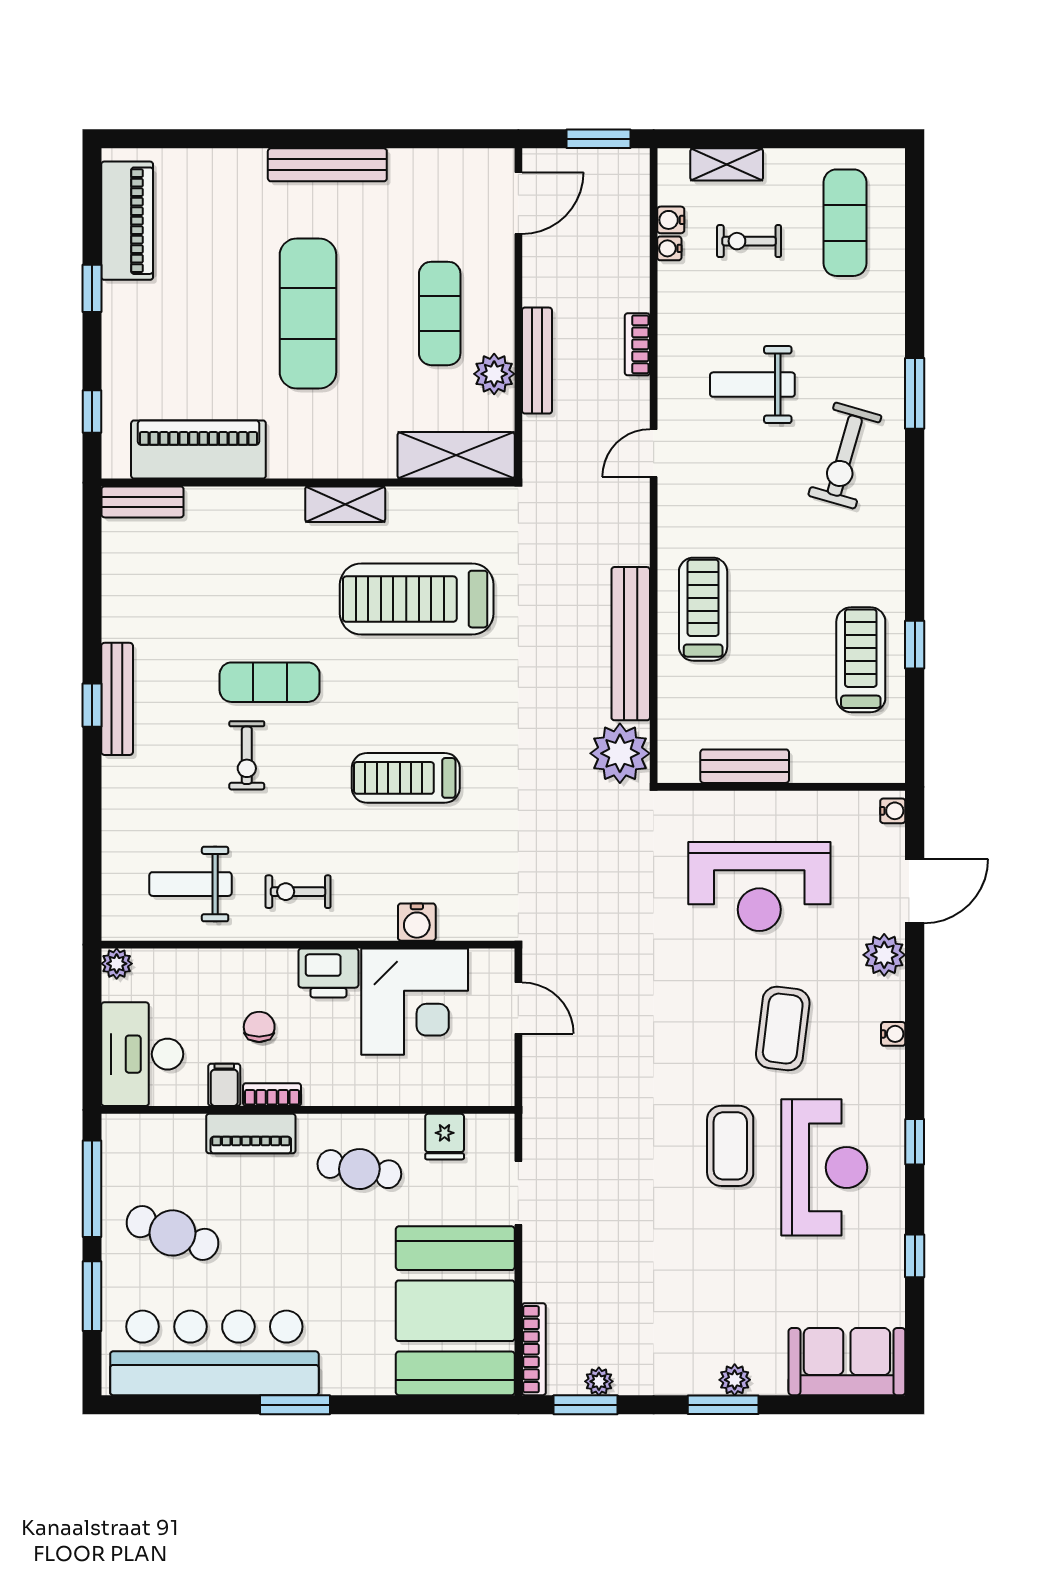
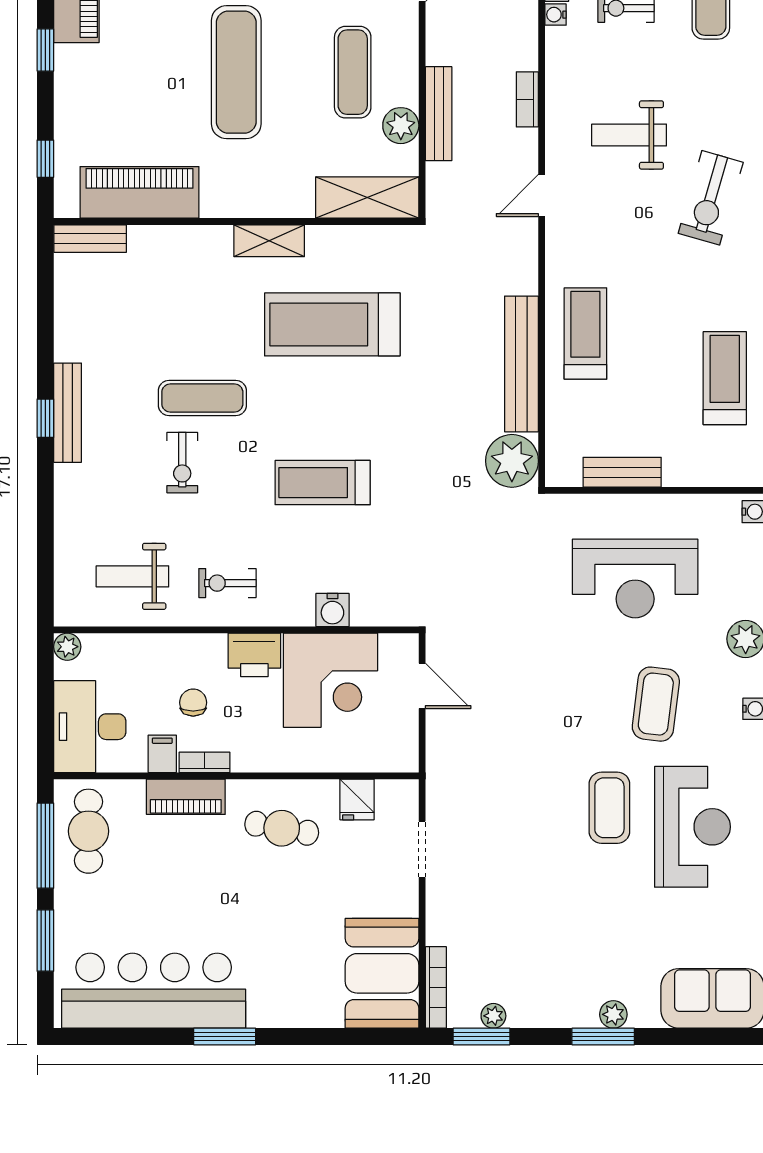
cafe table: (172, 1233) -> (88, 831), moved, turned 70
booth: (455, 1311) -> (382, 973), width x0.73, depth x0.70

